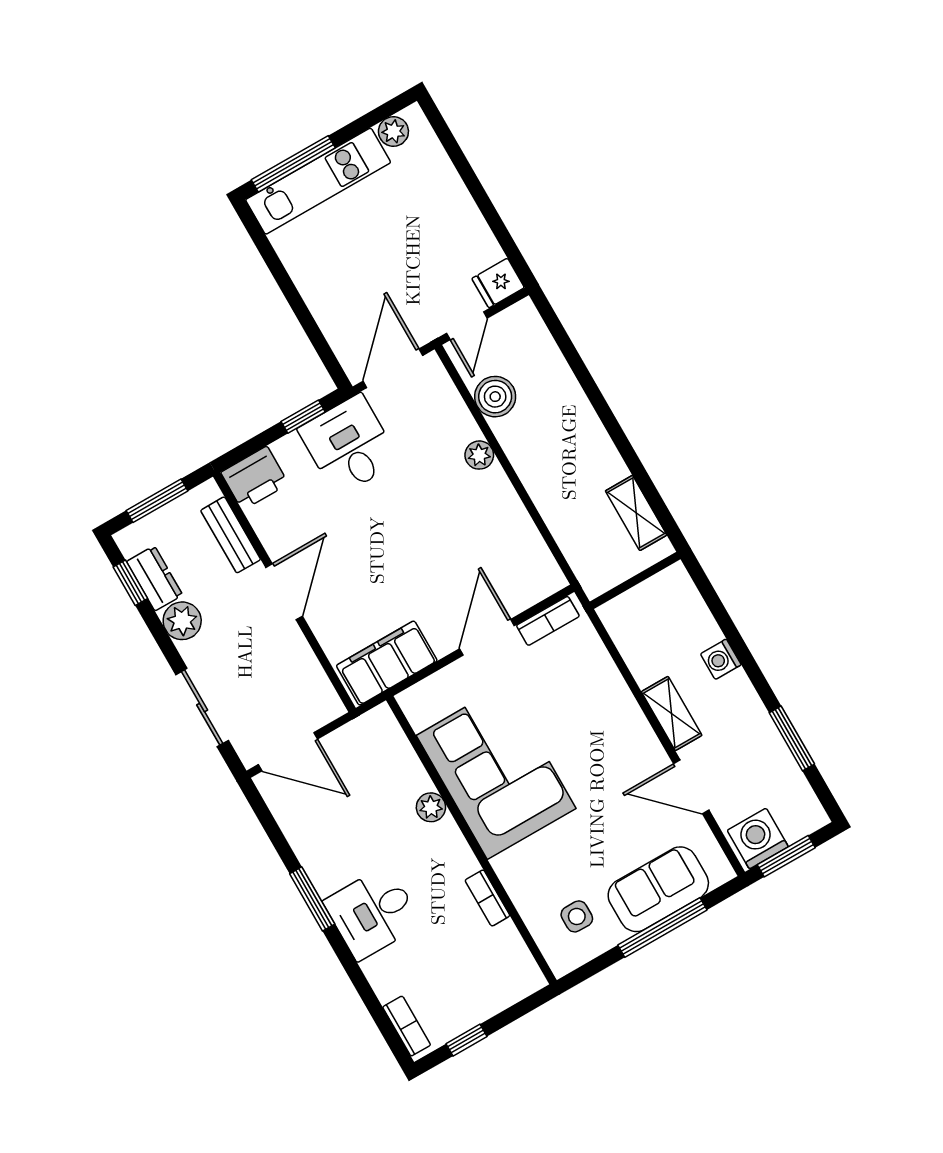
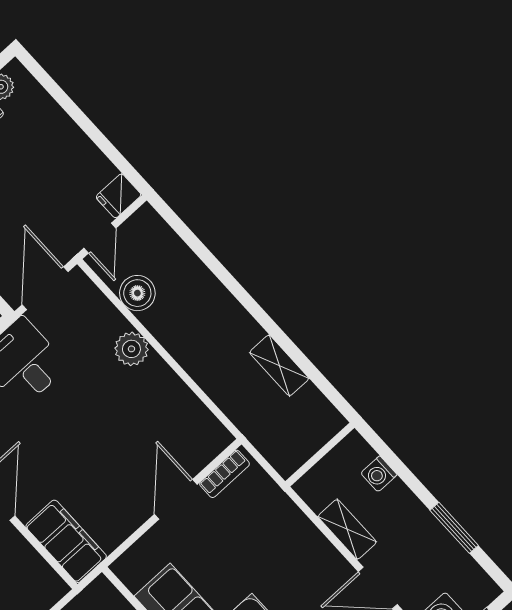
plant: (479, 455) -> (131, 349), width x1.38, depth x1.38
wall: (635, 580) -> (320, 455), moved
filing cabinet: (387, 663) -> (66, 541), moved, turned 90

